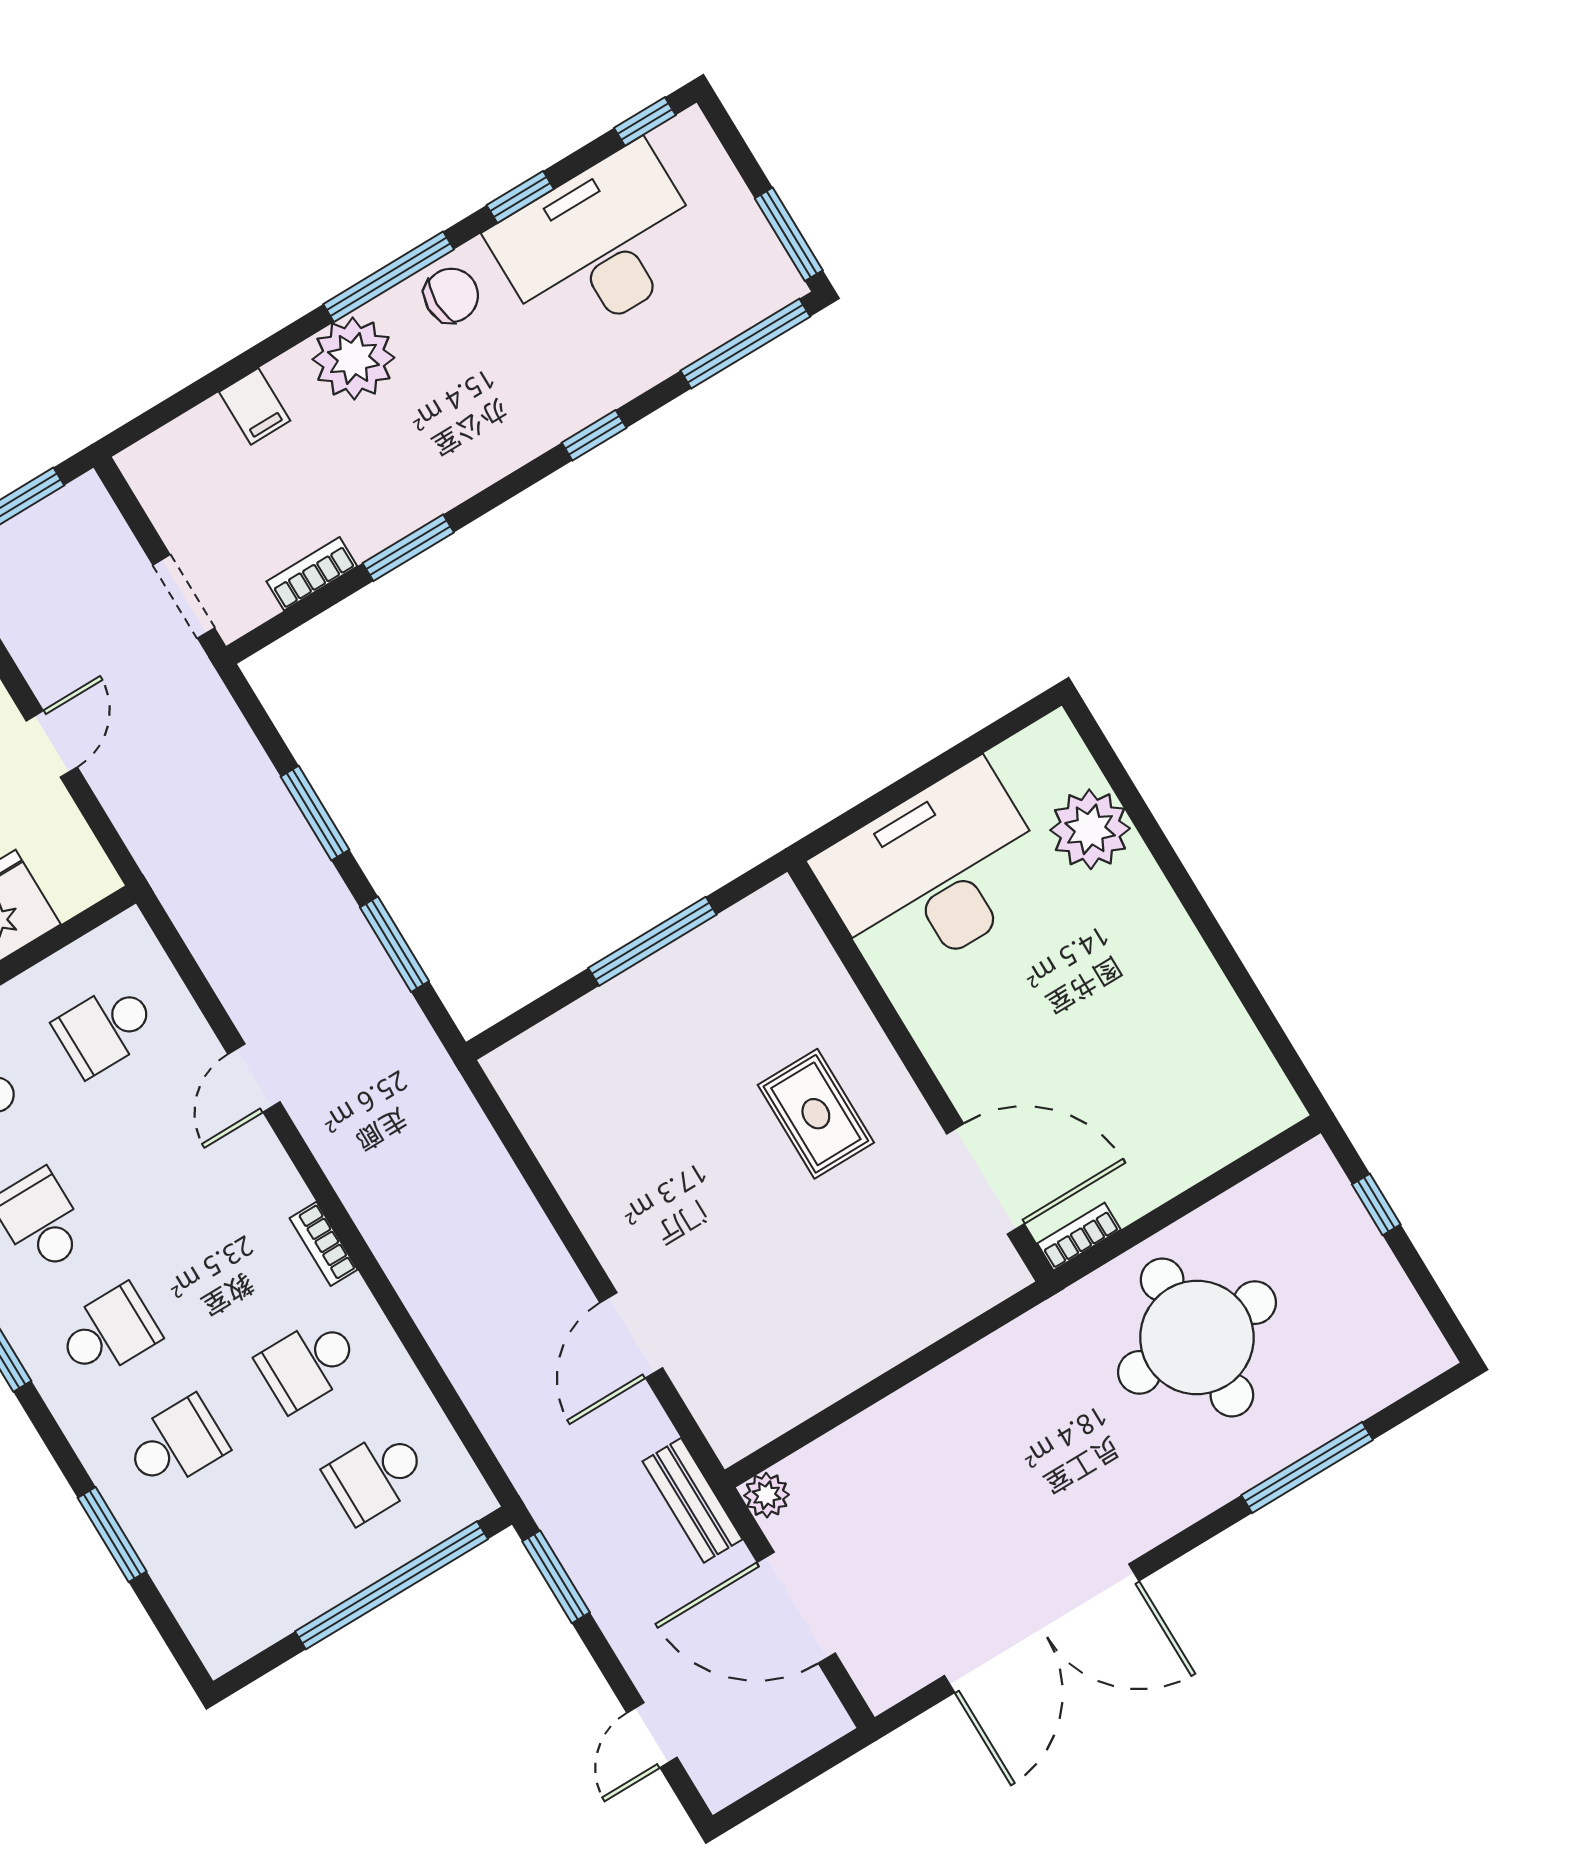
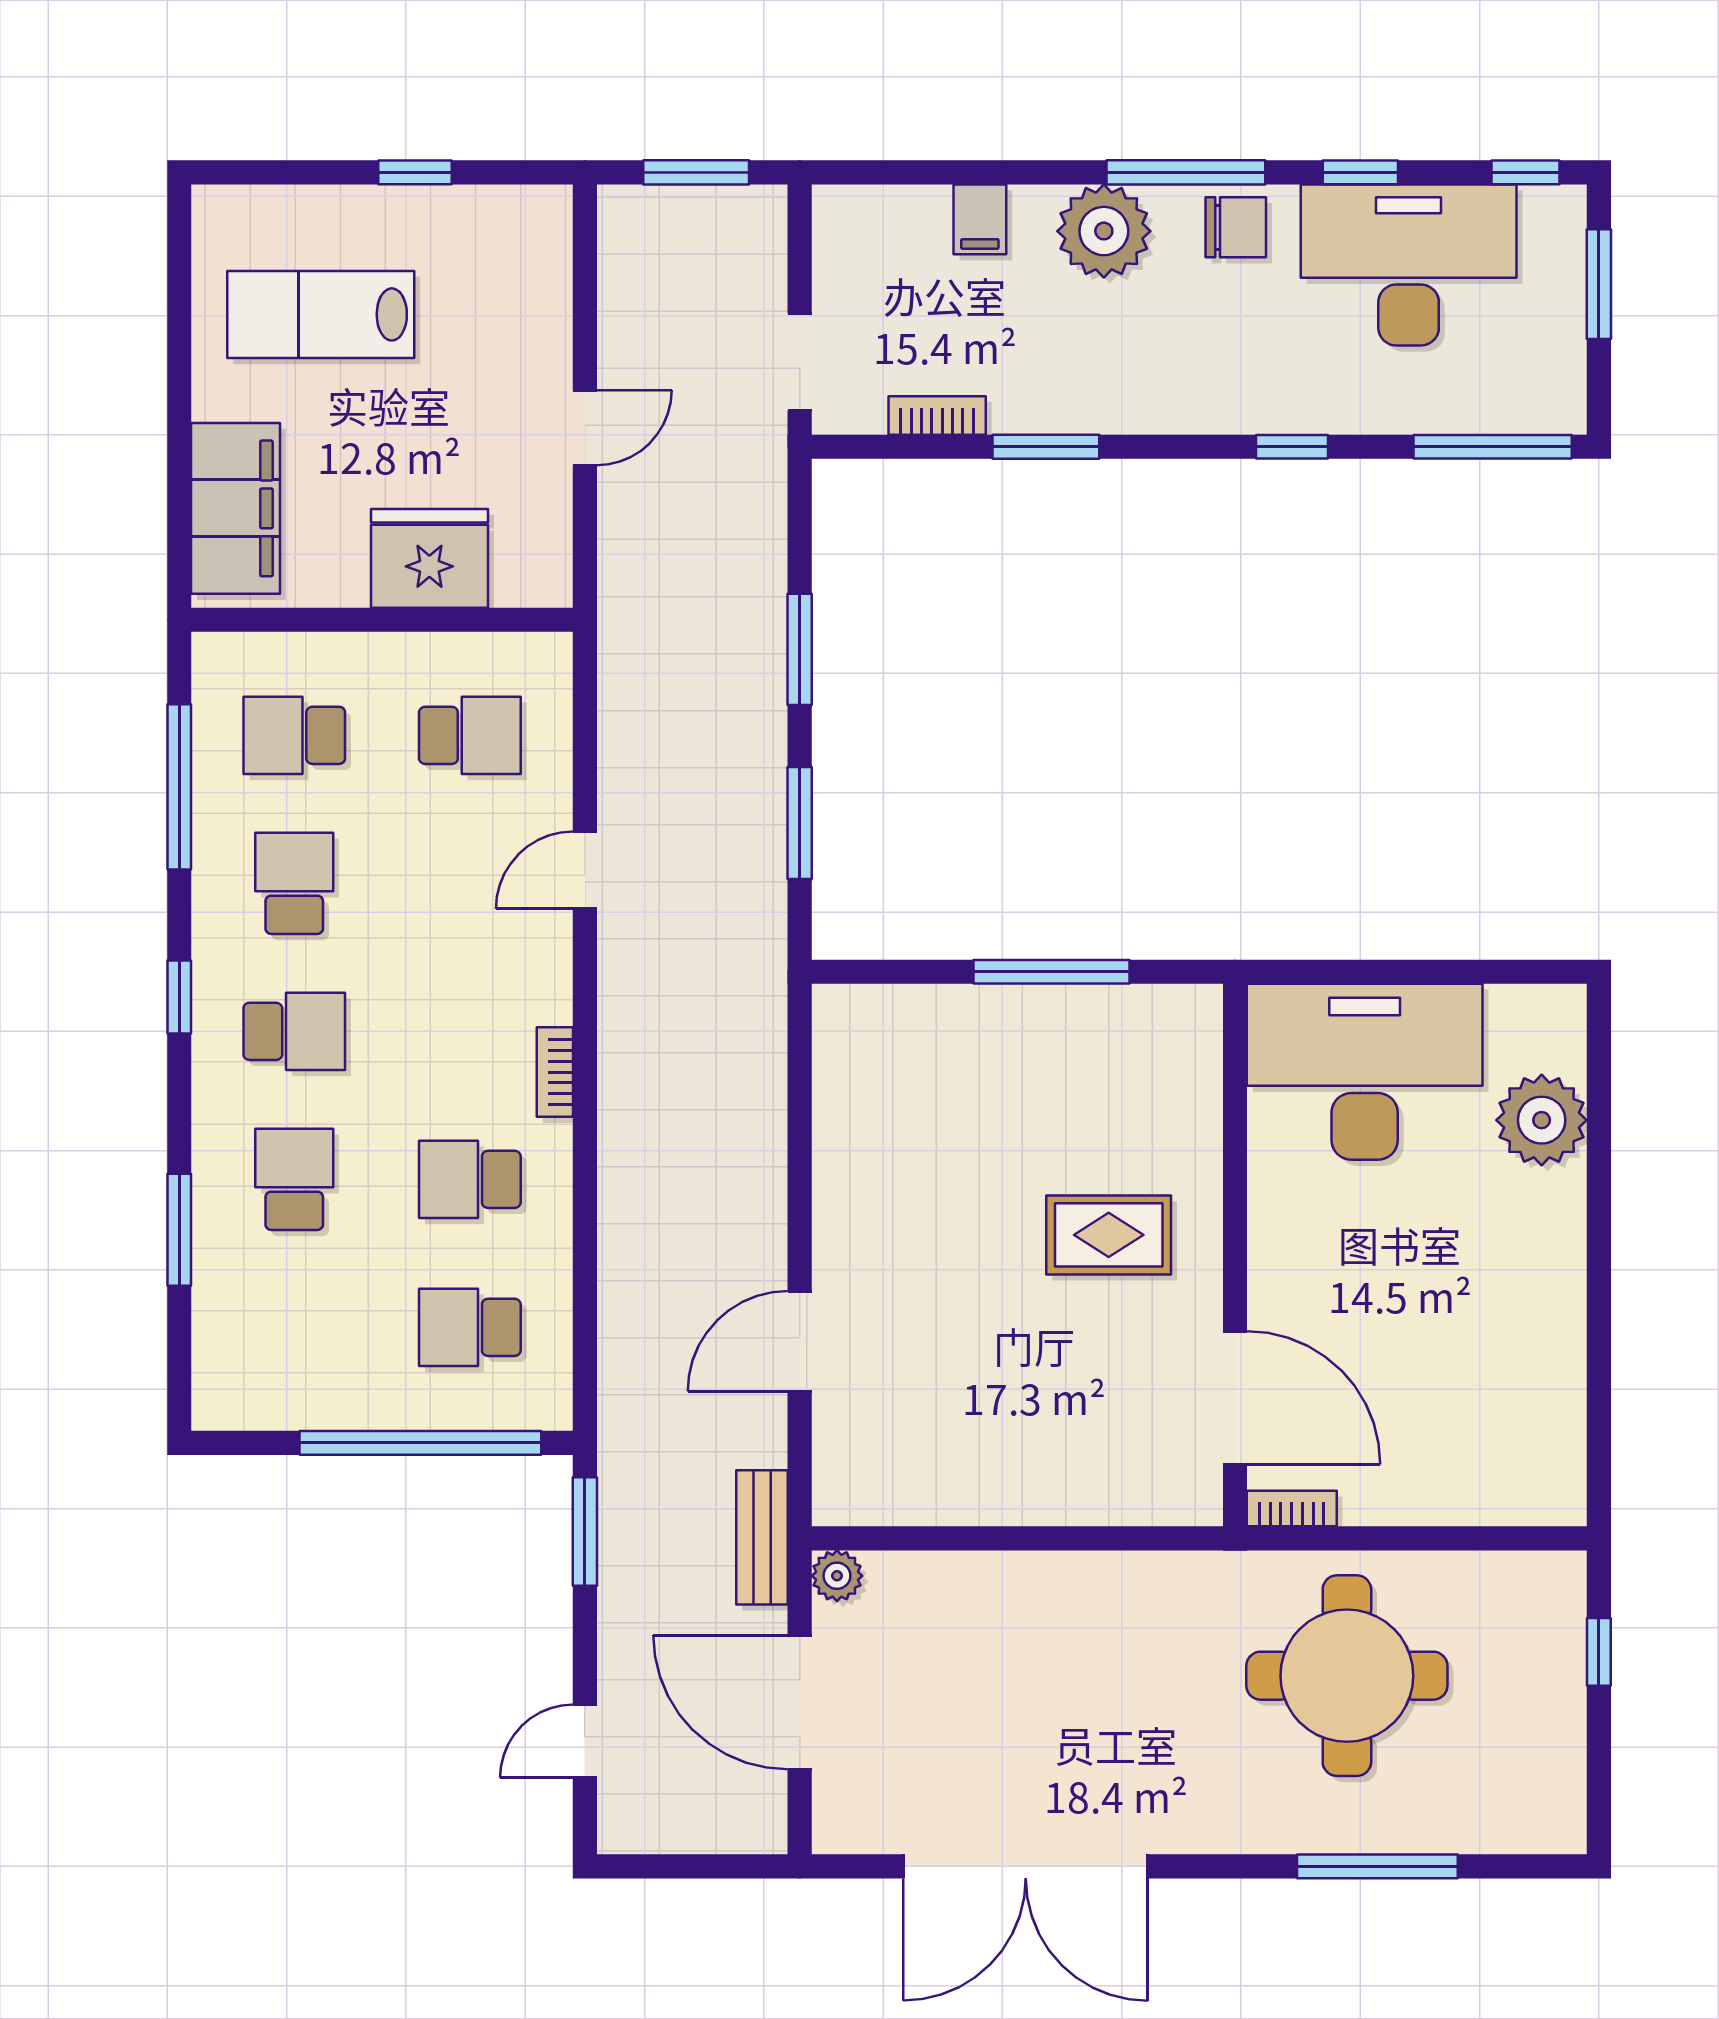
window: (789, 234) -> (1599, 284), moved
school desk: (106, 1029) -> (470, 735), turned 180
rug: (816, 1114) -> (1109, 1235), turned 90
school desk: (176, 1444) -> (294, 1179), turned -90

